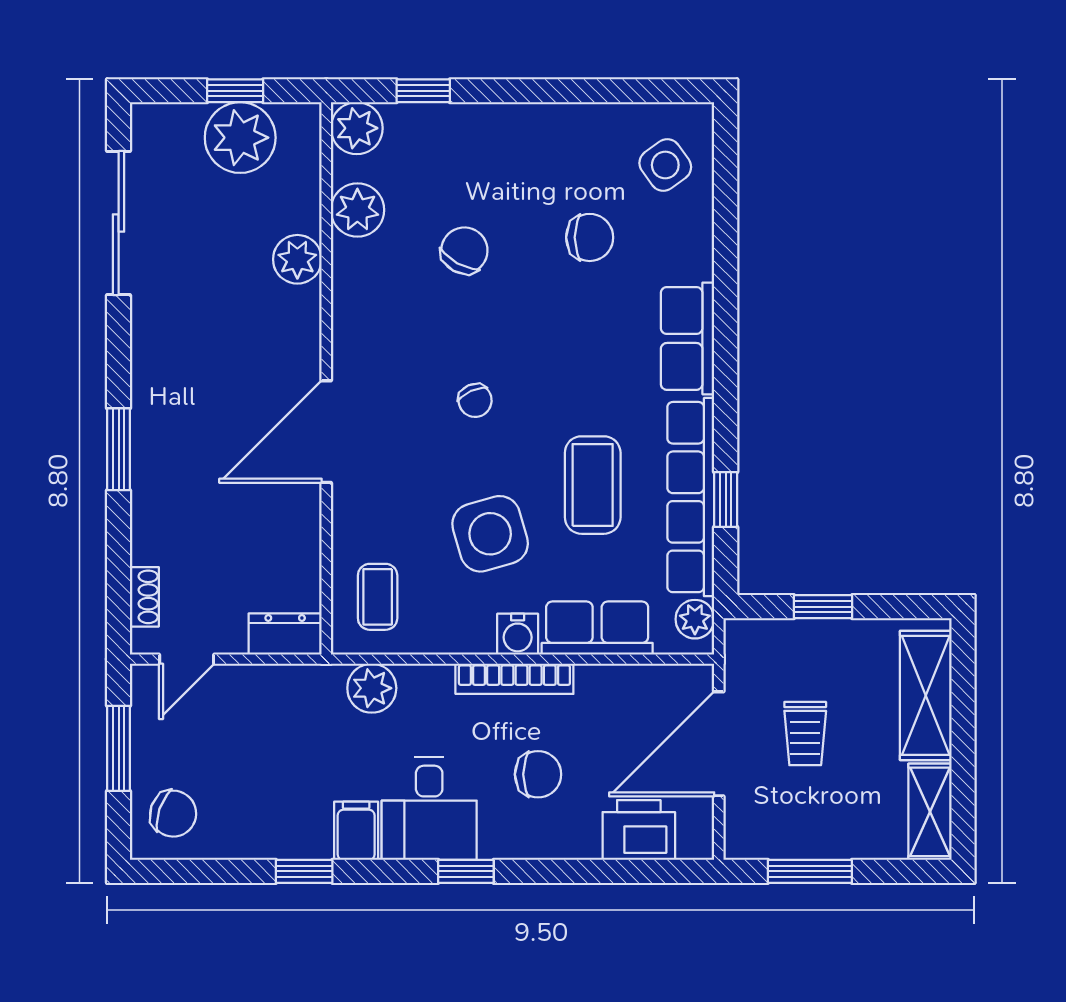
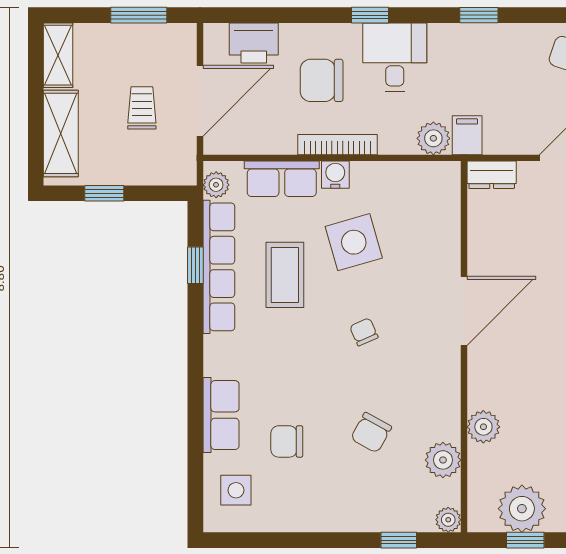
plant: (357, 128) -> (448, 520), width x0.73, depth x0.73
side table: (665, 165) -> (236, 490), turned 36
row of seats: (688, 338) -> (221, 415), moved
coffee table: (378, 597) -> (429, 200), removed
window: (823, 607) -> (104, 193), moved
chair: (538, 774) -> (322, 80), width x1.37, depth x1.37
filing cabinet: (356, 831) -> (467, 135), moved, turned 180

